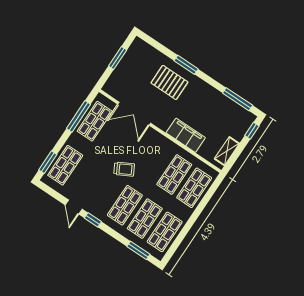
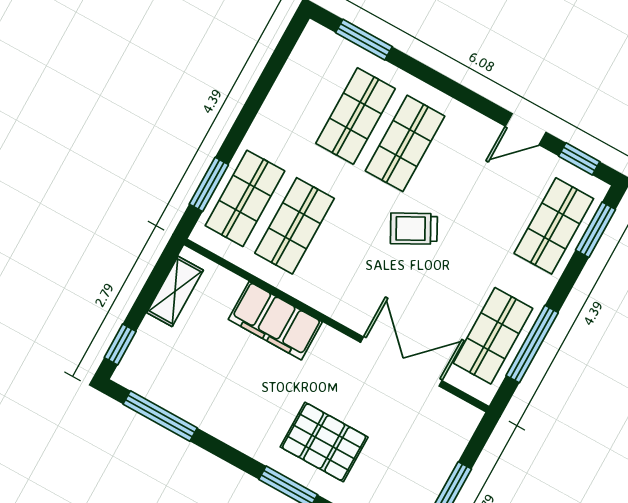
window: (209, 195) -> (209, 184), added
door: (74, 207) -> (526, 129), swing flipped
window: (93, 220) -> (579, 159), moved
shop shelf: (165, 232) -> (306, 88), removed

